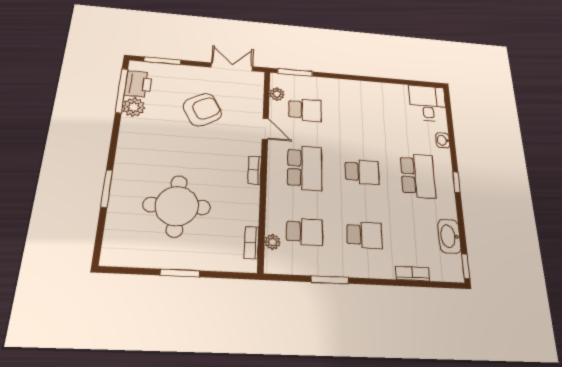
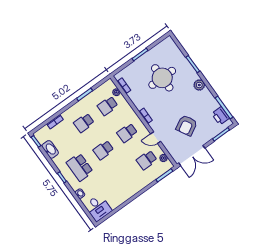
double door: (232, 67) -> (192, 156), width x1.37
plant: (134, 107) -> (199, 85), moved
school desk: (305, 168) -> (127, 133), width x0.54

